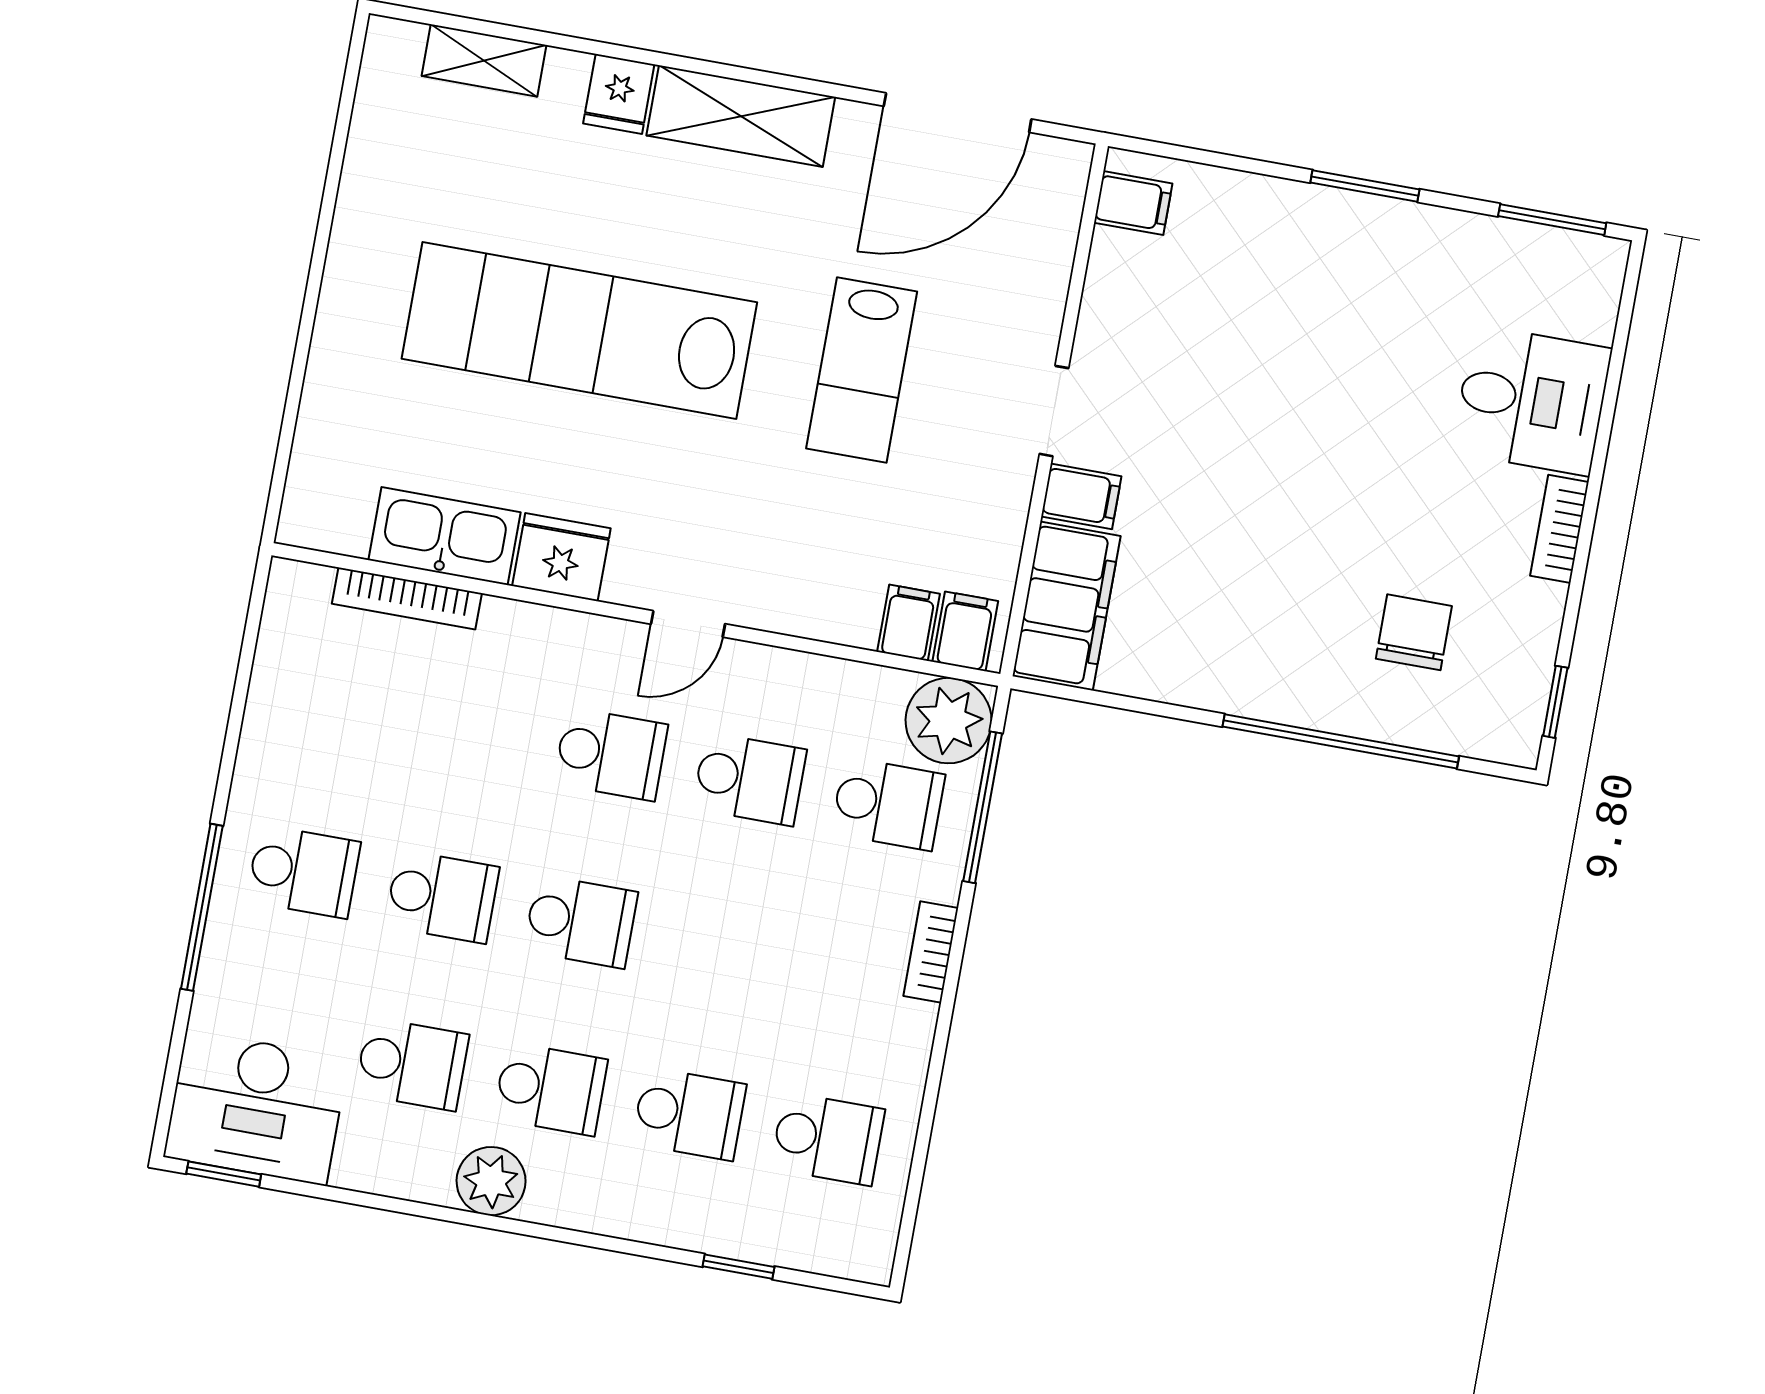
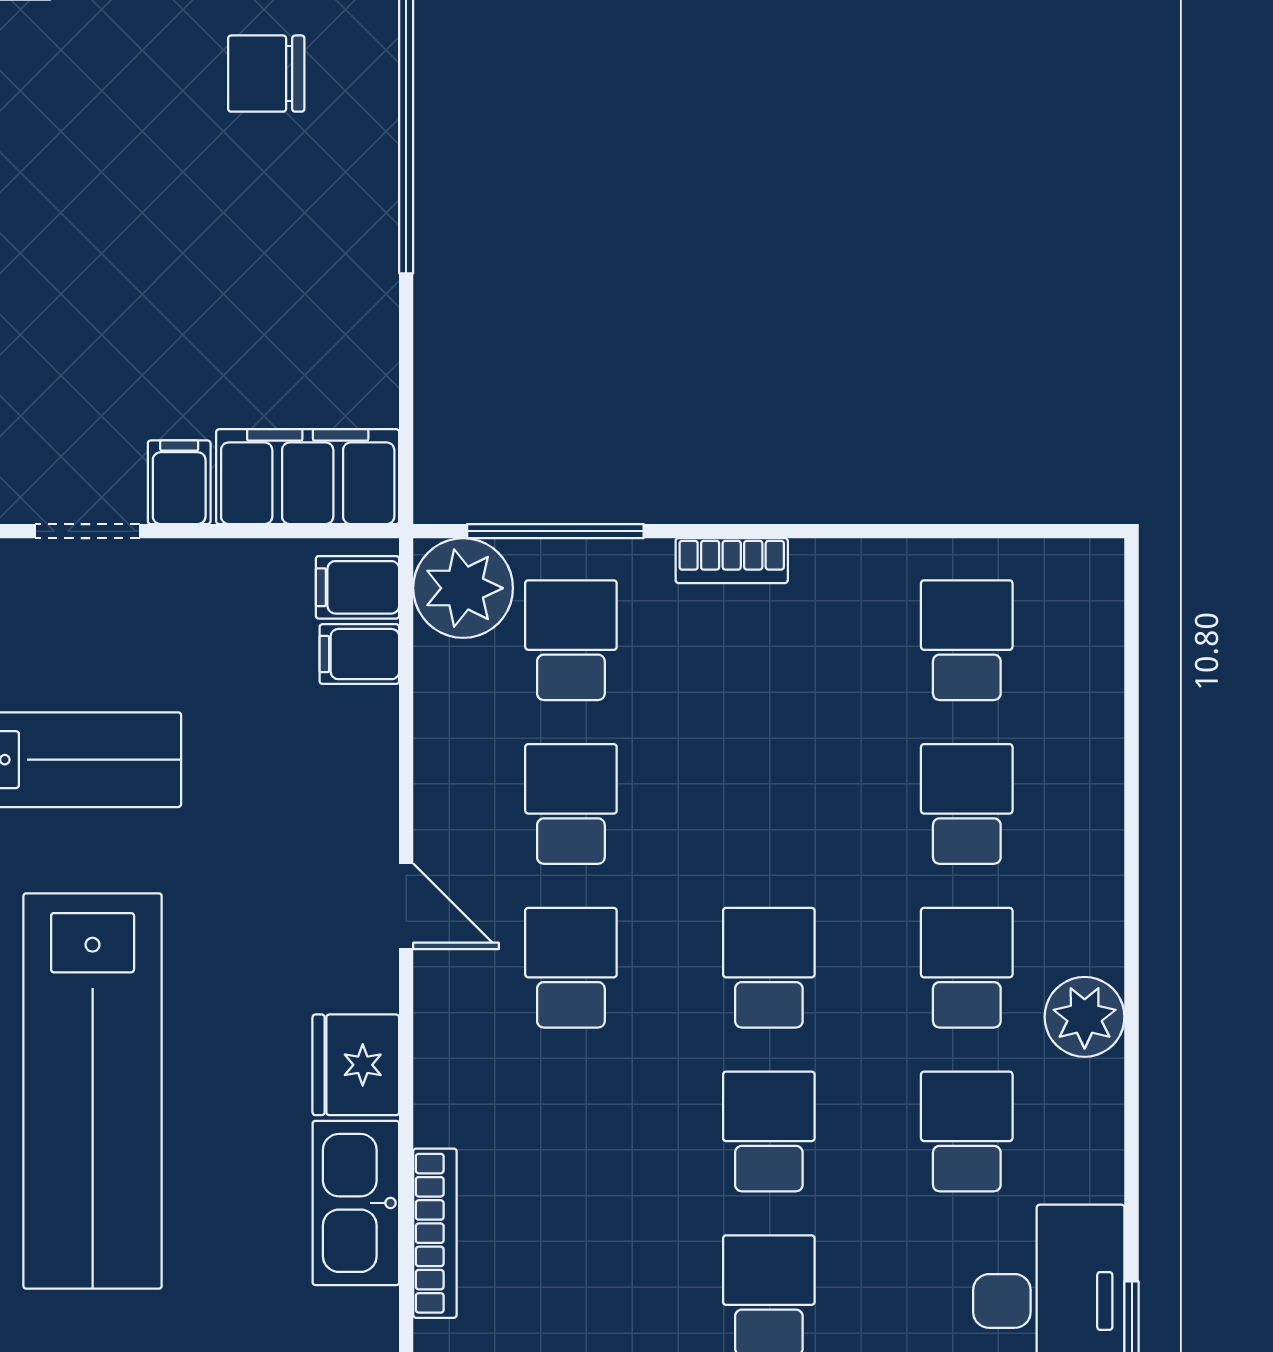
window: (738, 1267) -> (1132, 716), removed

